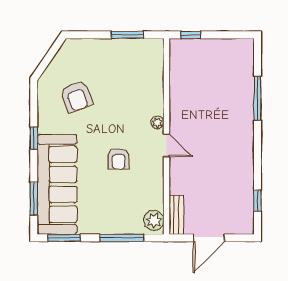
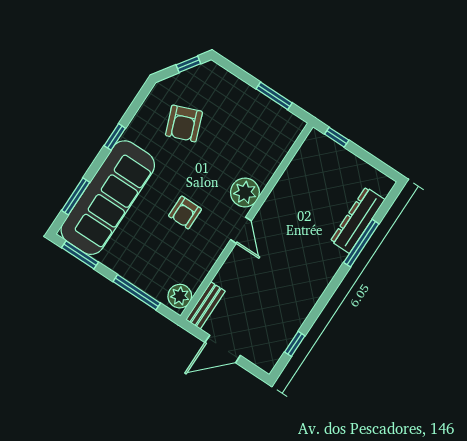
window: (52, 52) -> (188, 64), added
dresser: (244, 84) -> (358, 220), added
plant: (157, 122) -> (245, 192), width x1.88, depth x1.88

